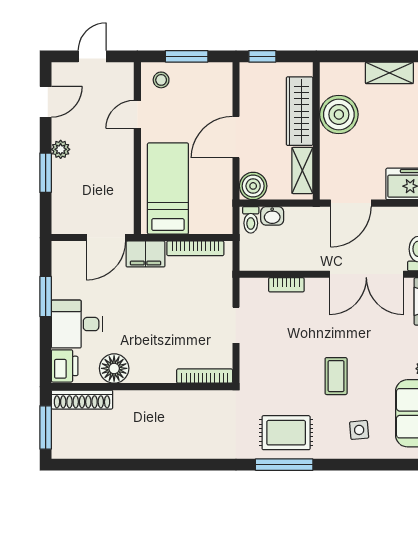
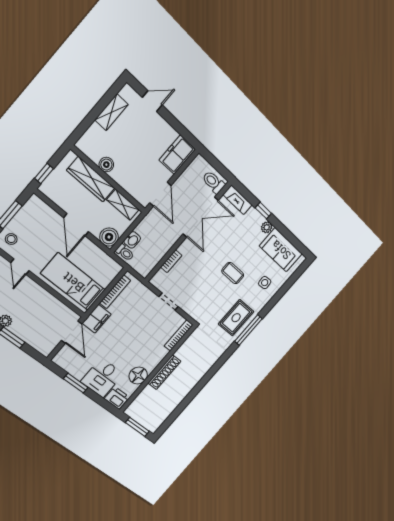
boiler: (339, 114) -> (106, 165), width x0.54, depth x0.54
shoe rack: (82, 400) -> (164, 372), moved

